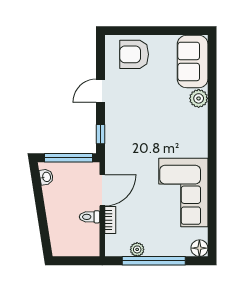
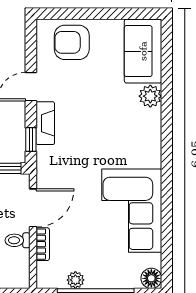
fireplace: (112, 121) -> (45, 123), added

